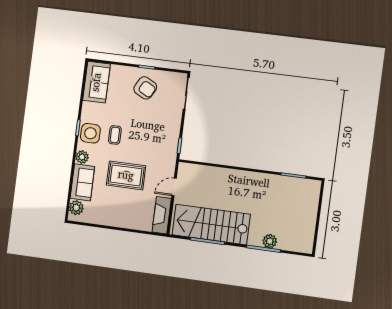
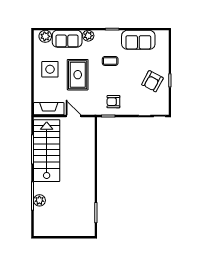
sofa: (96, 82) -> (138, 40), moved
side table: (90, 133) -> (50, 69), moved
armchair: (163, 137) -> (113, 102), added

